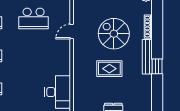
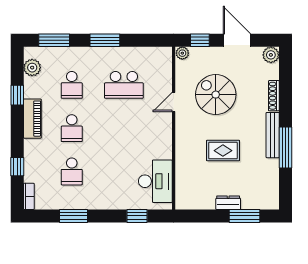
spiral stairs: (114, 34) -> (216, 95), moved
window: (157, 66) -> (285, 148), width x2.17

